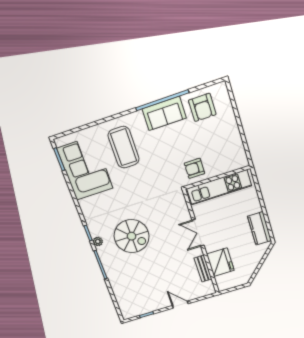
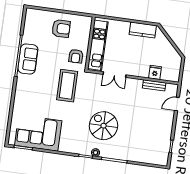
armchair: (202, 107) -> (61, 29), moved
coffee table: (124, 147) -> (67, 86), moved, turned 90
double door: (198, 233) -> (114, 75), moved
spiral stairs: (132, 236) -> (104, 126), turned -90
fridge: (220, 262) -> (155, 72), width x0.53, depth x0.75
door: (180, 305) -> (177, 104), moved

